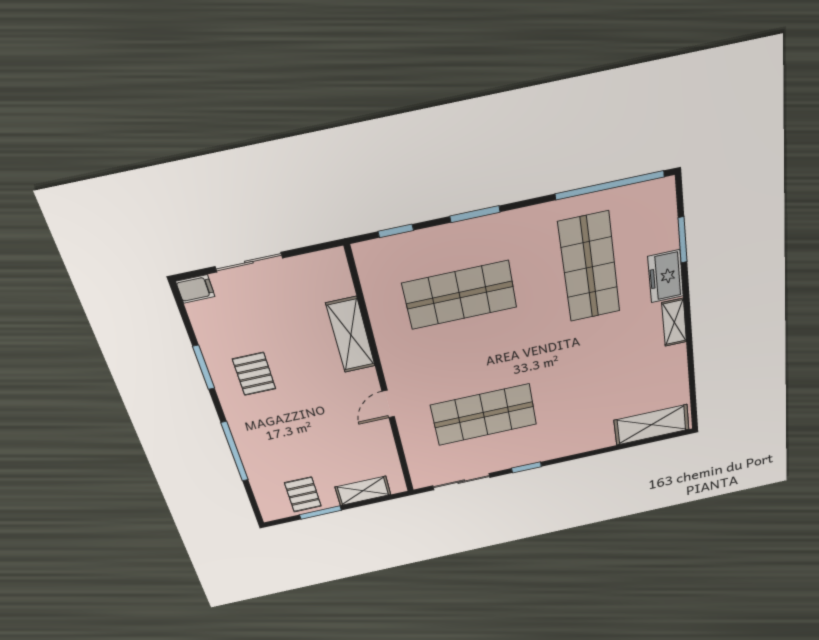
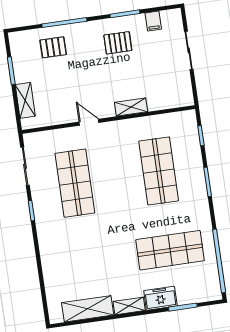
filing cabinet: (195, 289) -> (153, 21), moved
shelving: (351, 335) -> (131, 107), width x0.67, depth x0.75
shelving: (652, 425) -> (88, 309), moved, turned 90
pallet: (303, 494) -> (53, 47), moved

